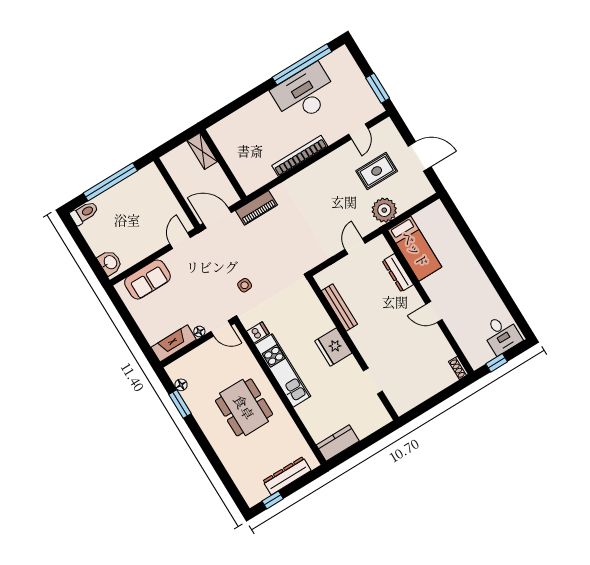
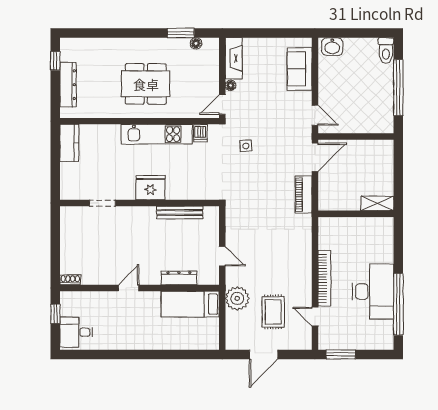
shelving: (202, 151) -> (377, 203), moved
bookcase: (300, 156) -> (324, 278), moved
wall: (223, 164) -> (356, 214), moved

